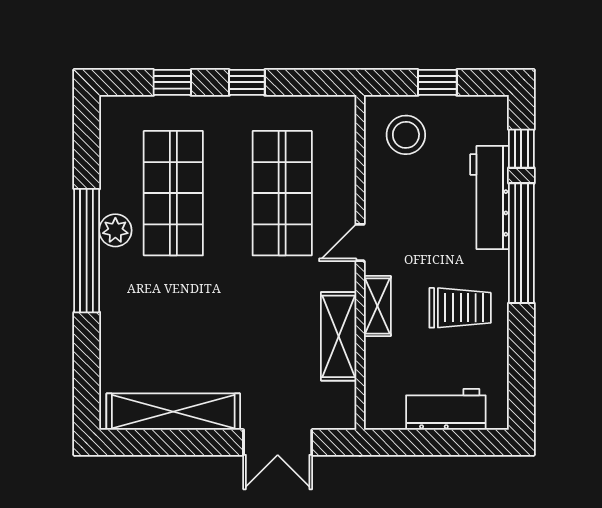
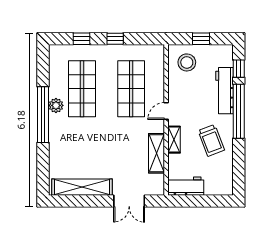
trolley: (460, 308) -> (211, 140), turned 69
workbench: (446, 409) -> (186, 186), moved

